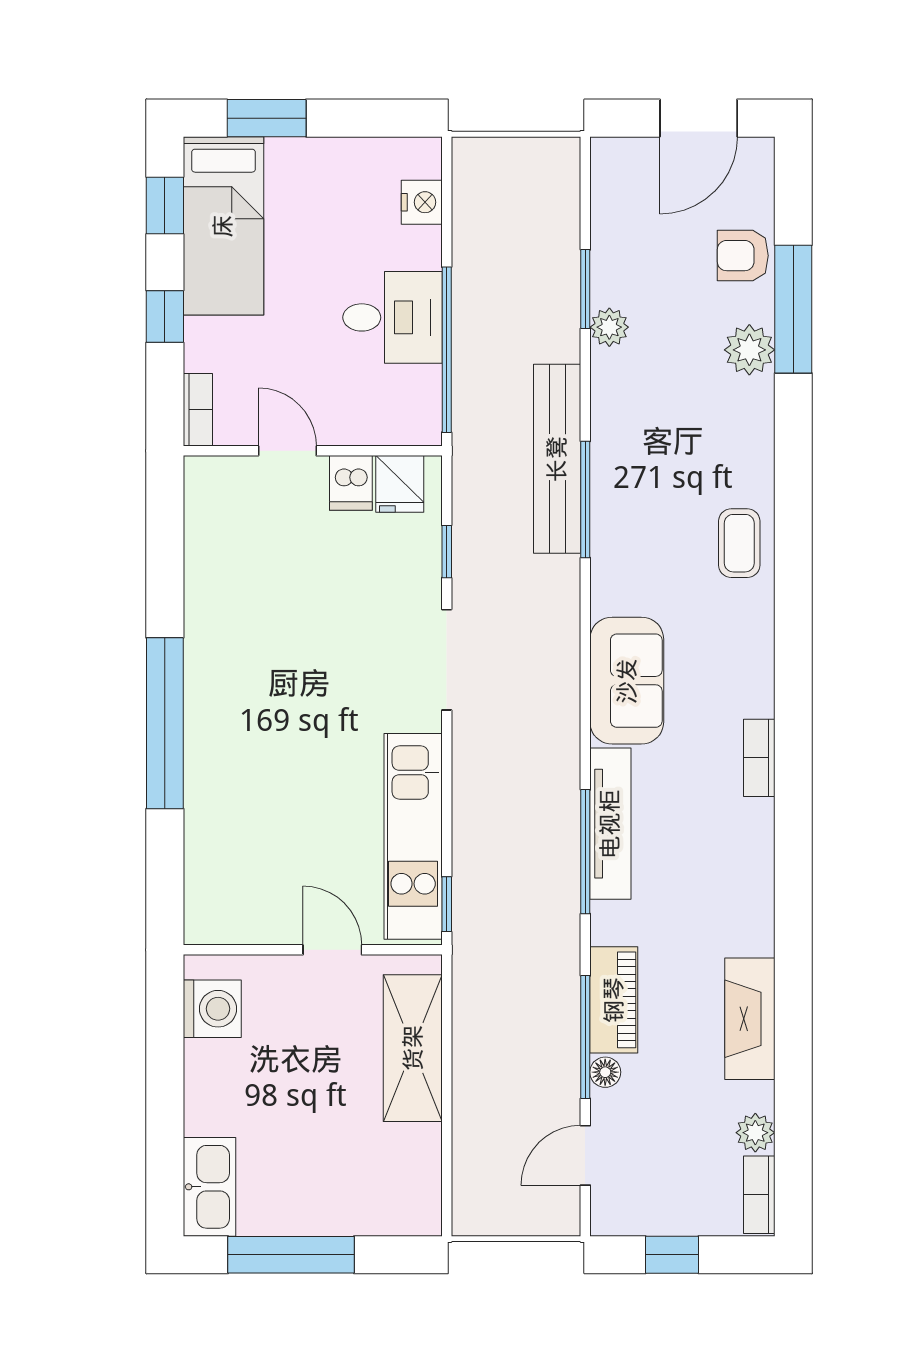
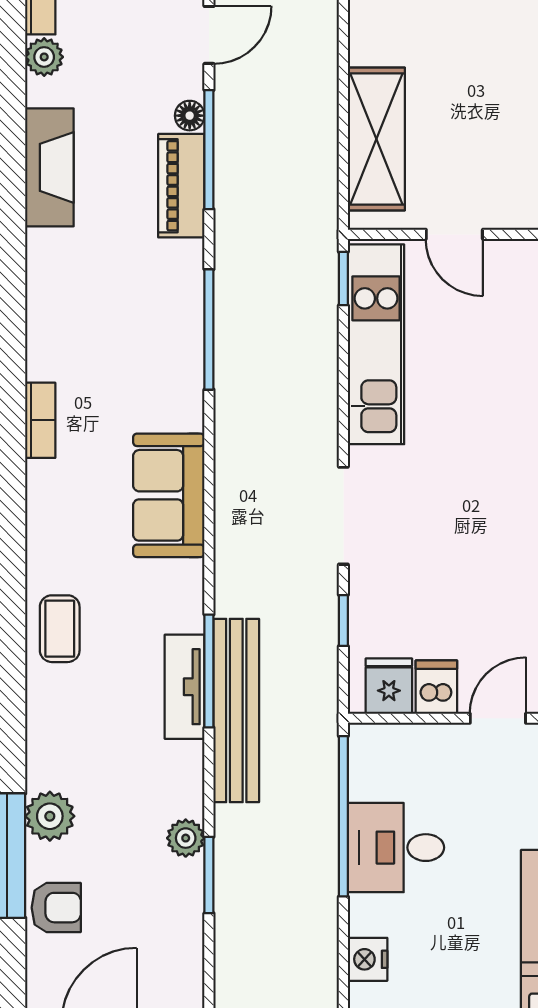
door: (287, 451) -> (498, 718), swing flipped
tv unit: (610, 824) -> (185, 687), moved, width x0.71

